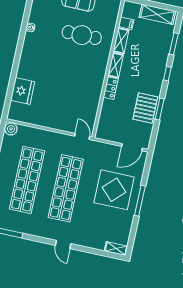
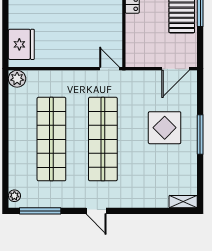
fridge: (23, 91) -> (21, 44), moved
display table: (114, 190) -> (165, 128), width x0.73, depth x0.73
door: (63, 244) -> (96, 211), moved

